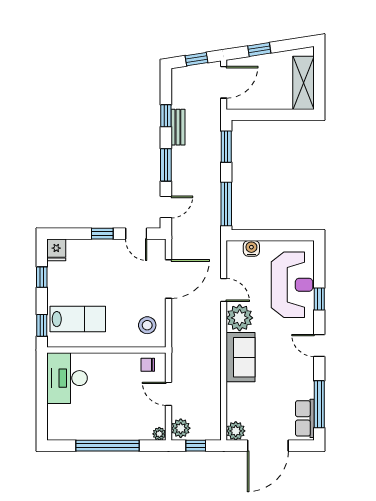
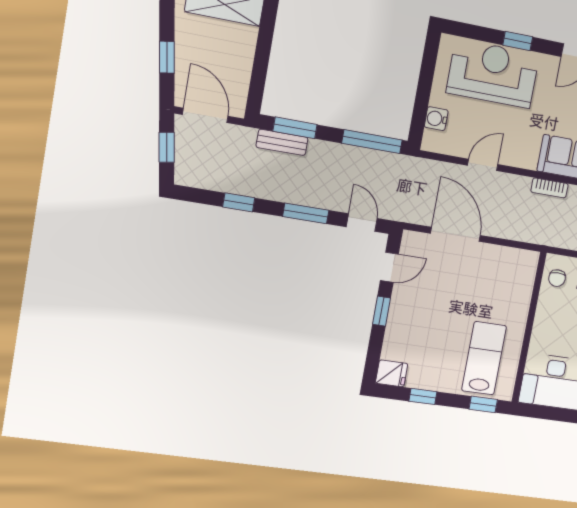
bench: (178, 127) -> (282, 142), moved
plant: (240, 318) -> (522, 150), removed
stool: (147, 325) -> (508, 271), removed
bookcase: (215, 345) -> (549, 188), added

